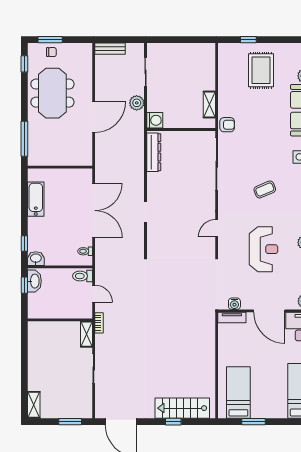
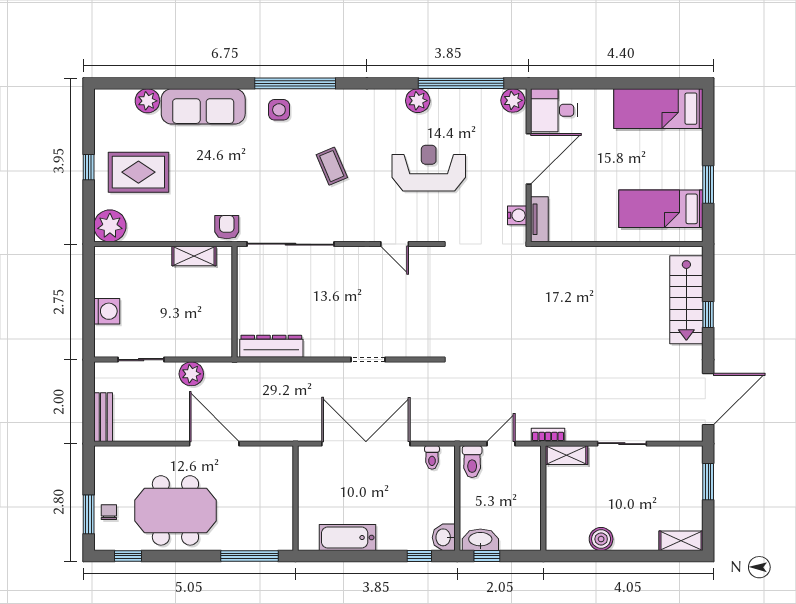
window: (248, 40) -> (89, 167), moved
plant: (228, 53) -> (110, 226), added
washing machine: (155, 120) -> (107, 311), moved, turned 90
boiler: (35, 355) -> (601, 539), added

